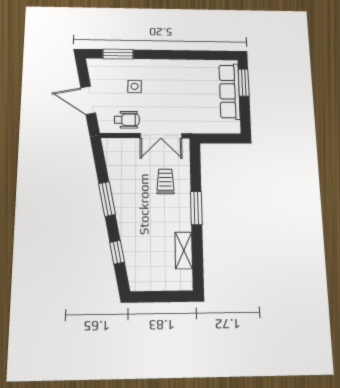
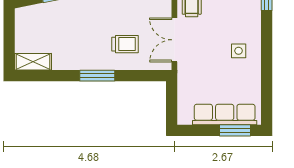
side table: (135, 86) -> (239, 51), moved
shelving: (184, 250) -> (33, 62), moved

